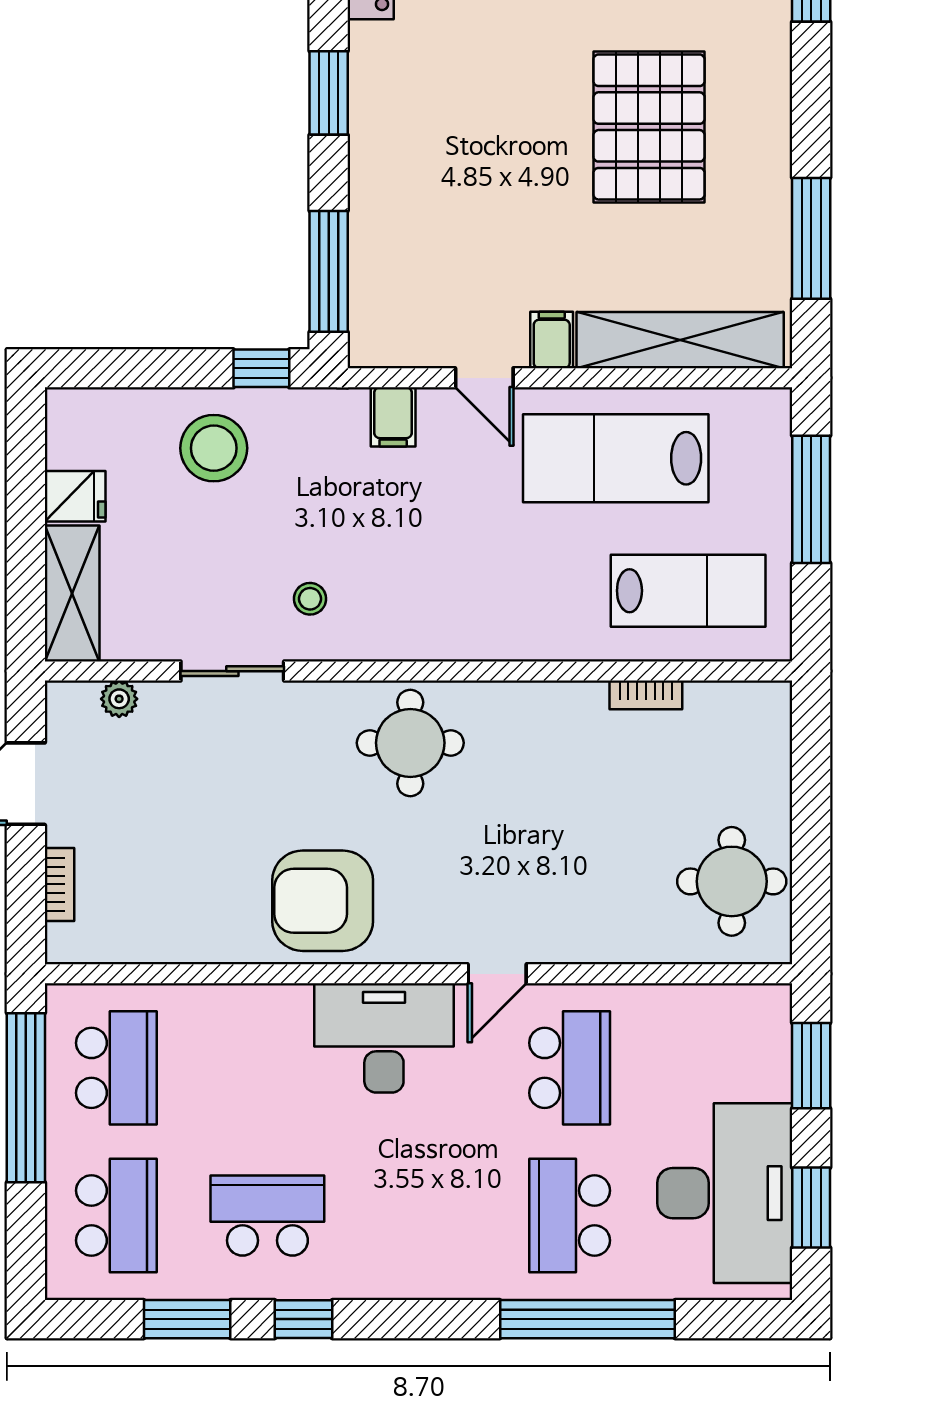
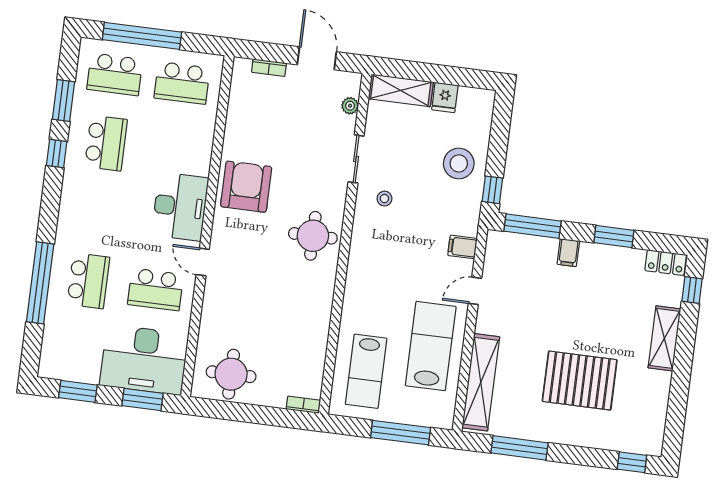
filing cabinet: (552, 340) -> (568, 253), moved, turned 90
bookcase: (646, 695) -> (303, 405), moved, turned 90
window: (26, 1098) -> (142, 36), moved
desk: (725, 1193) -> (144, 360), moved
school desk: (570, 1215) -> (88, 281), turned 90

